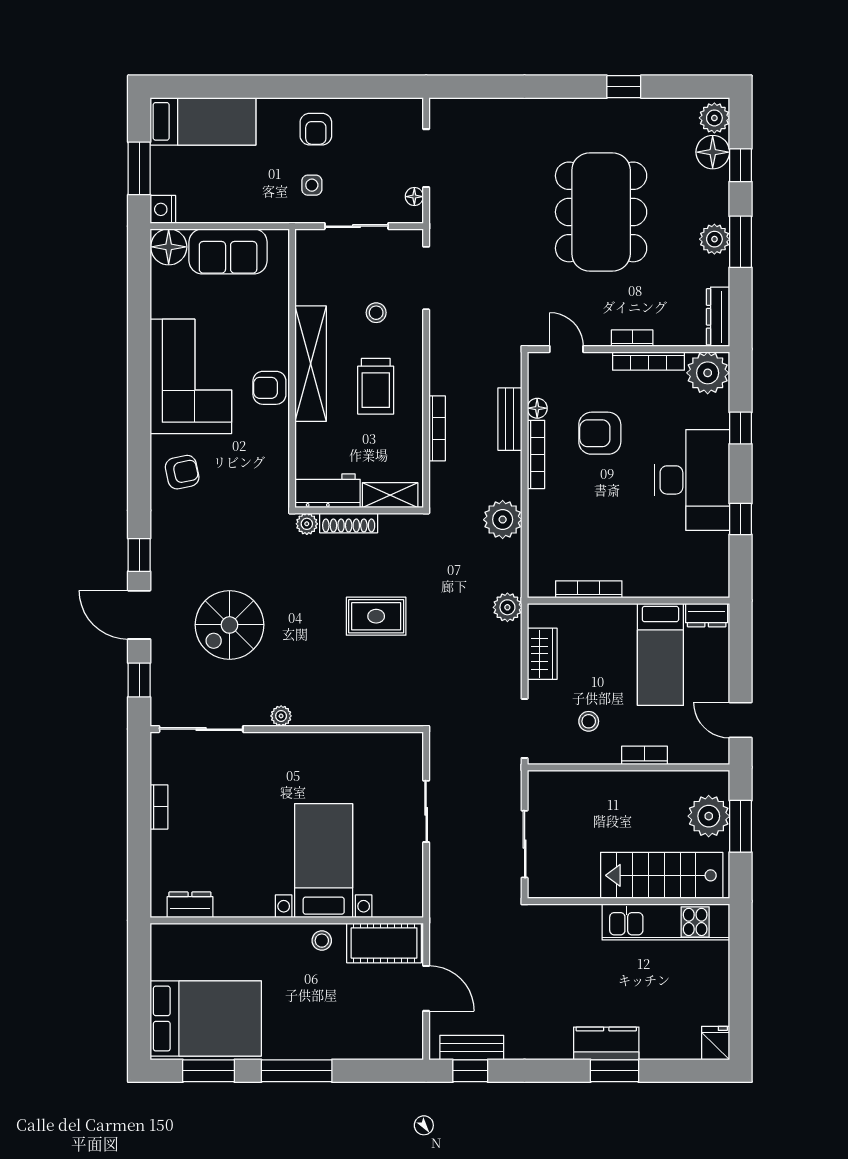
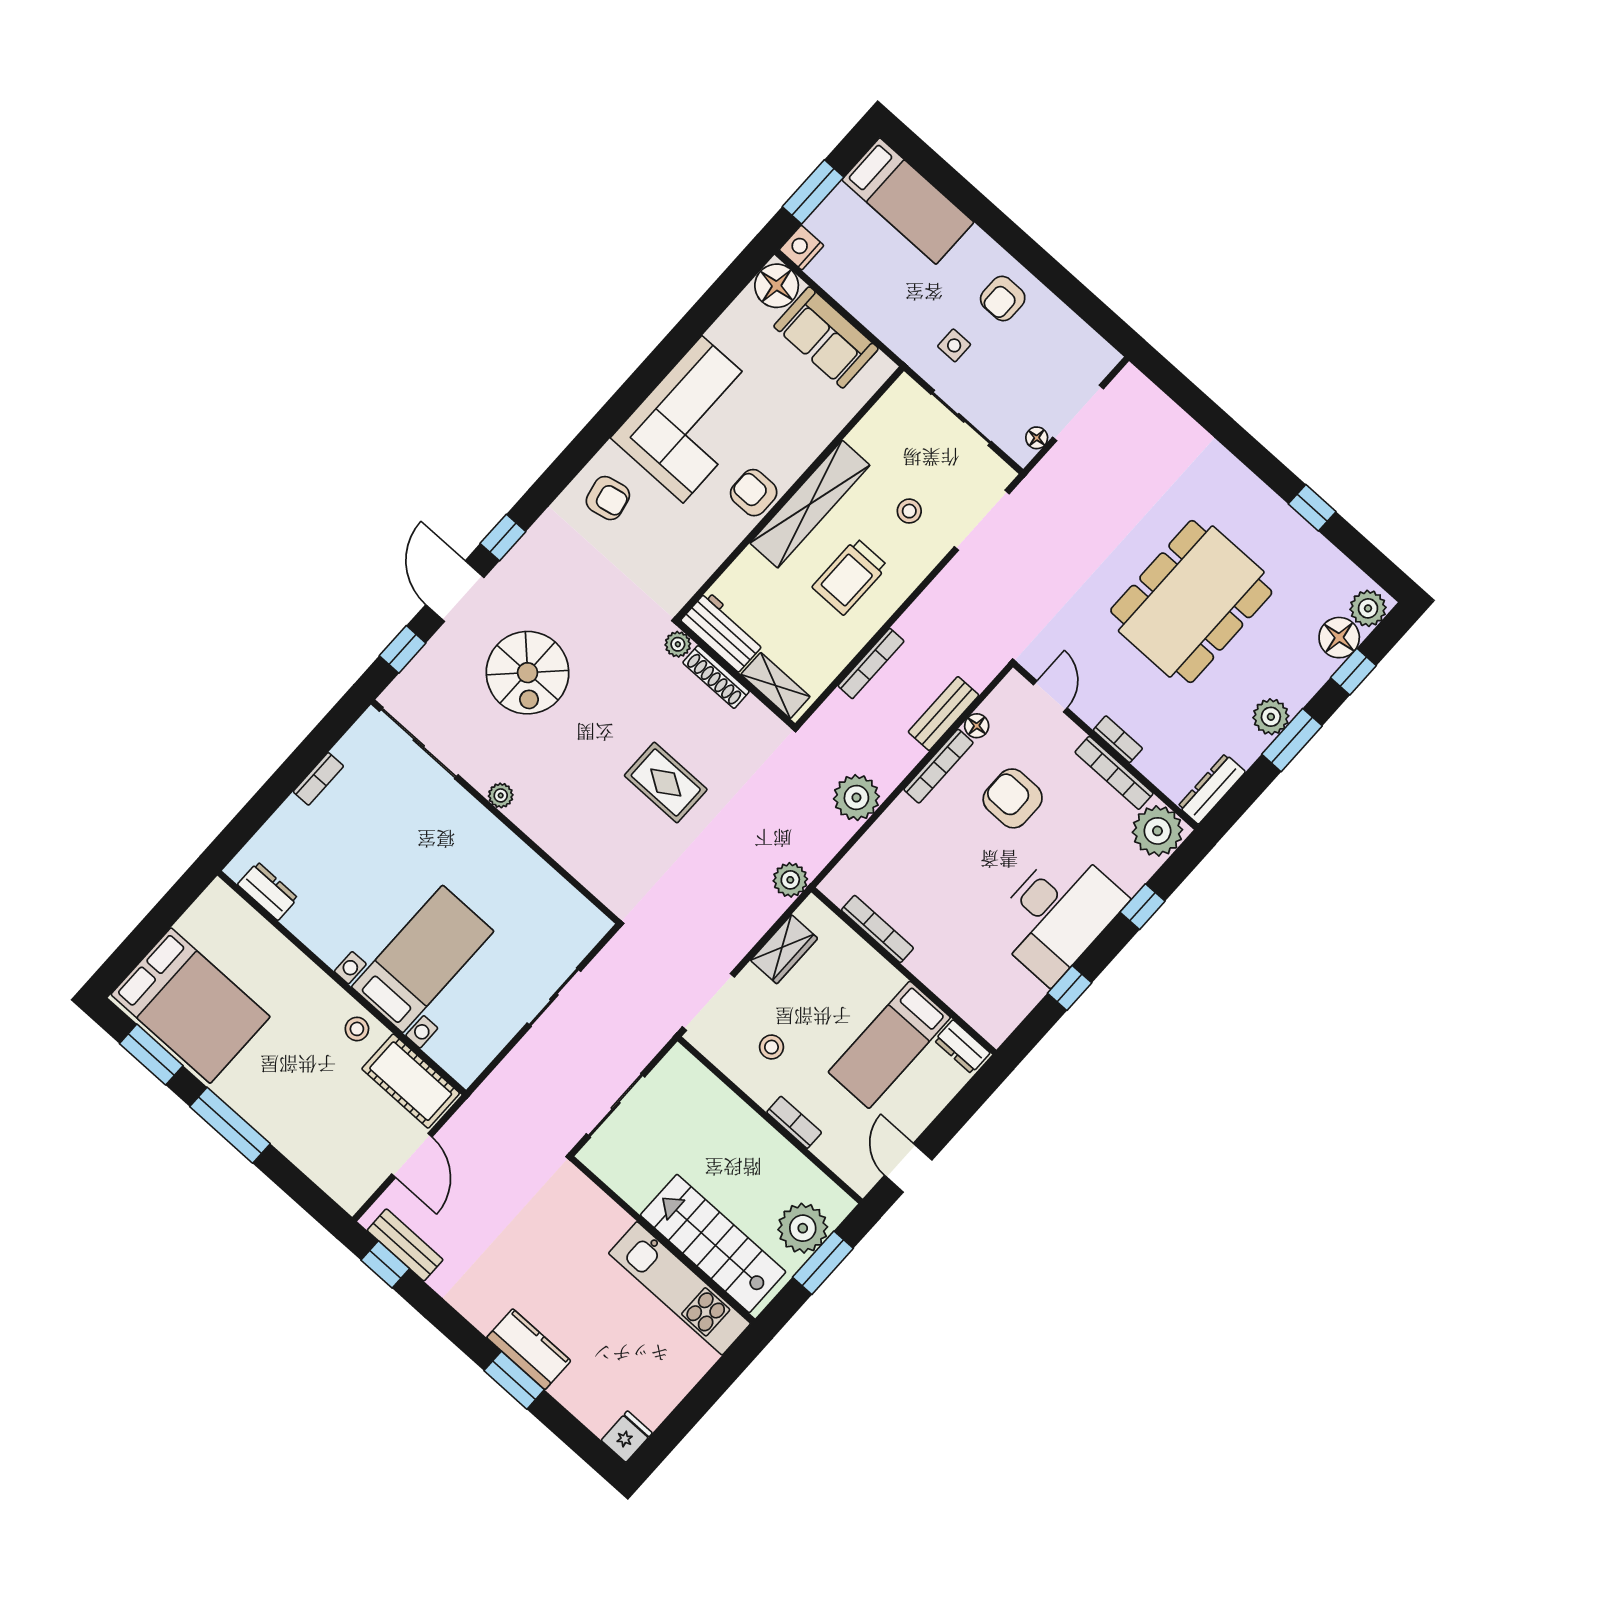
spiral stairs: (229, 625) -> (528, 673), turned -90

